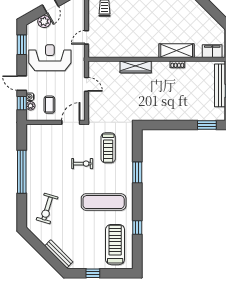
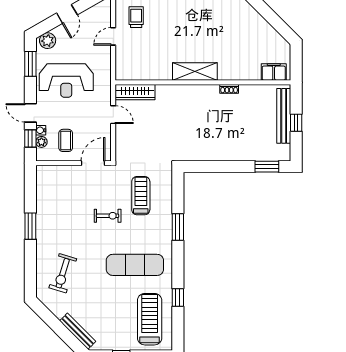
plant: (44, 21) -> (48, 41), moved
door: (87, 37) -> (113, 36), moved
shelving: (177, 51) -> (195, 71), moved
reception desk: (50, 58) -> (66, 80), turned 180
wardrobe: (136, 67) -> (135, 92), moved
treadmill: (108, 148) -> (141, 196), turned 180
window: (22, 172) -> (30, 226), width x0.47

